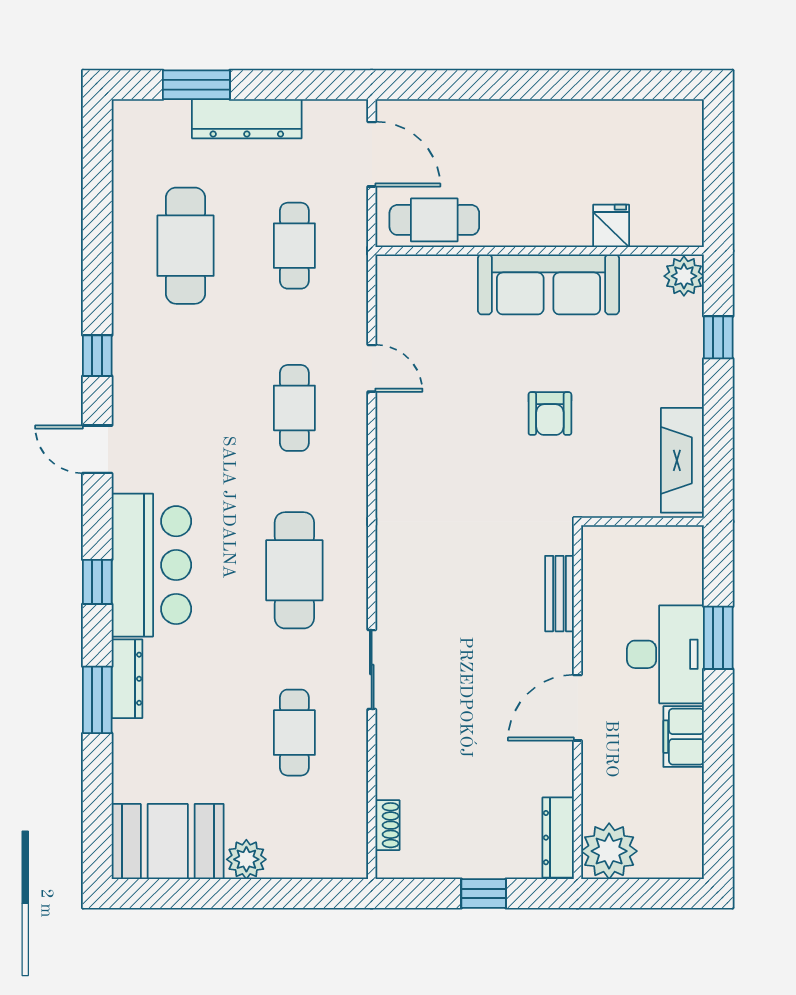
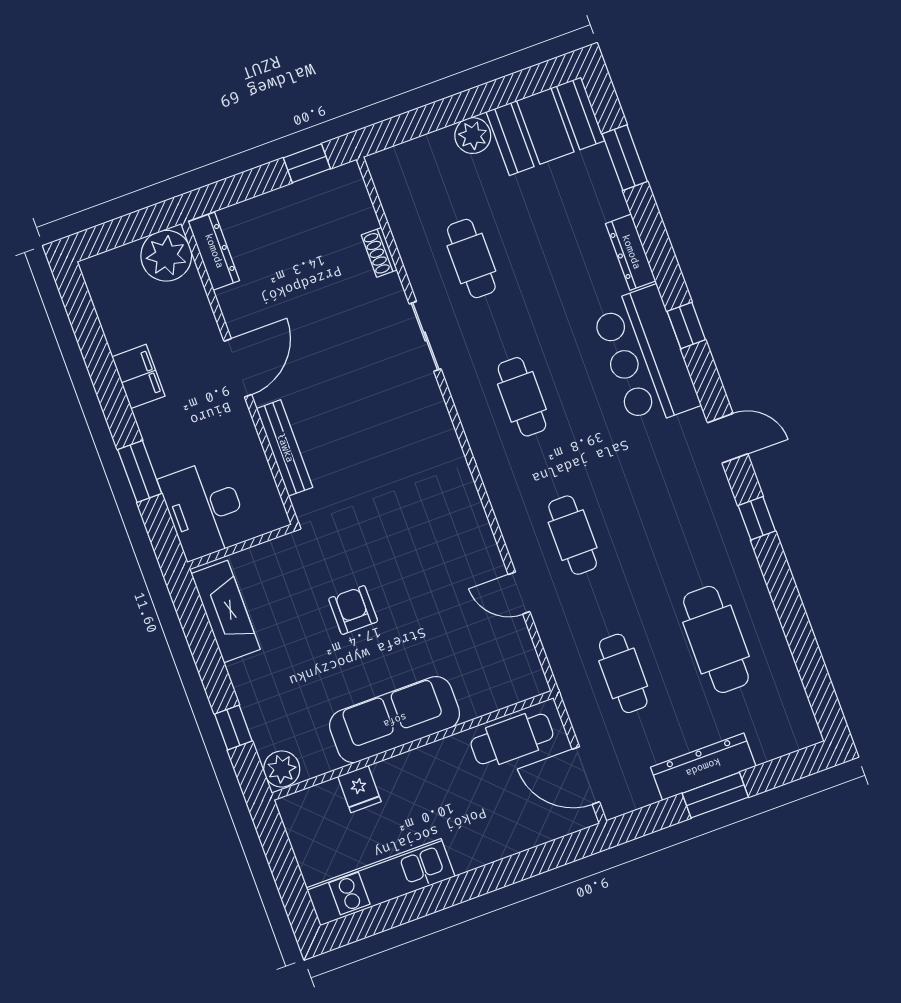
window: (196, 85) -> (715, 795), moved
kitchen unit: (625, 122) -> (381, 882), added
cafe table: (294, 570) -> (522, 397), width x0.73, depth x0.74
bench: (559, 594) -> (285, 448), width x1.36
desk: (665, 654) -> (205, 509), moved
window: (97, 700) -> (625, 158), moved
shoe rack: (387, 825) -> (379, 252), moved
window: (484, 893) -> (307, 163), moved

